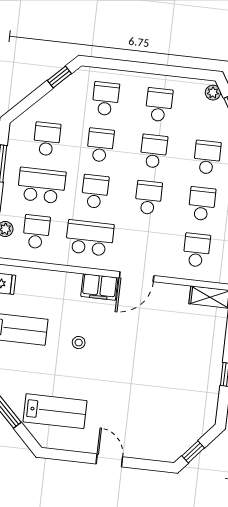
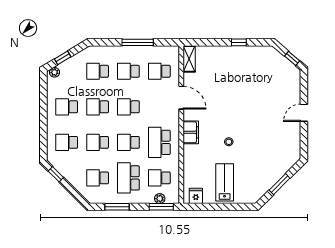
door: (137, 277) -> (181, 98), moved
lab bench: (55, 411) -> (276, 152), removed

